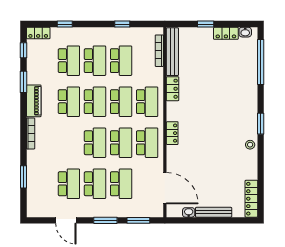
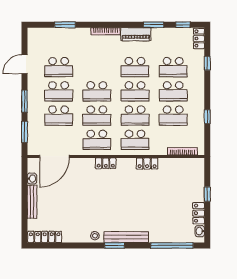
bench: (172, 52) -> (126, 237), moved

